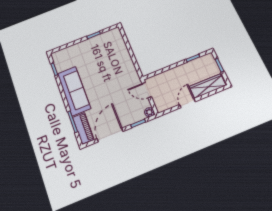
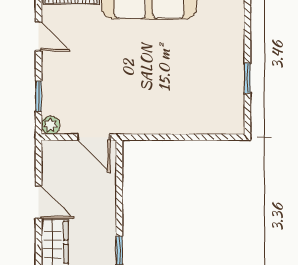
door: (147, 90) -> (94, 137), swing flipped
door: (110, 135) -> (39, 36), width x0.53

